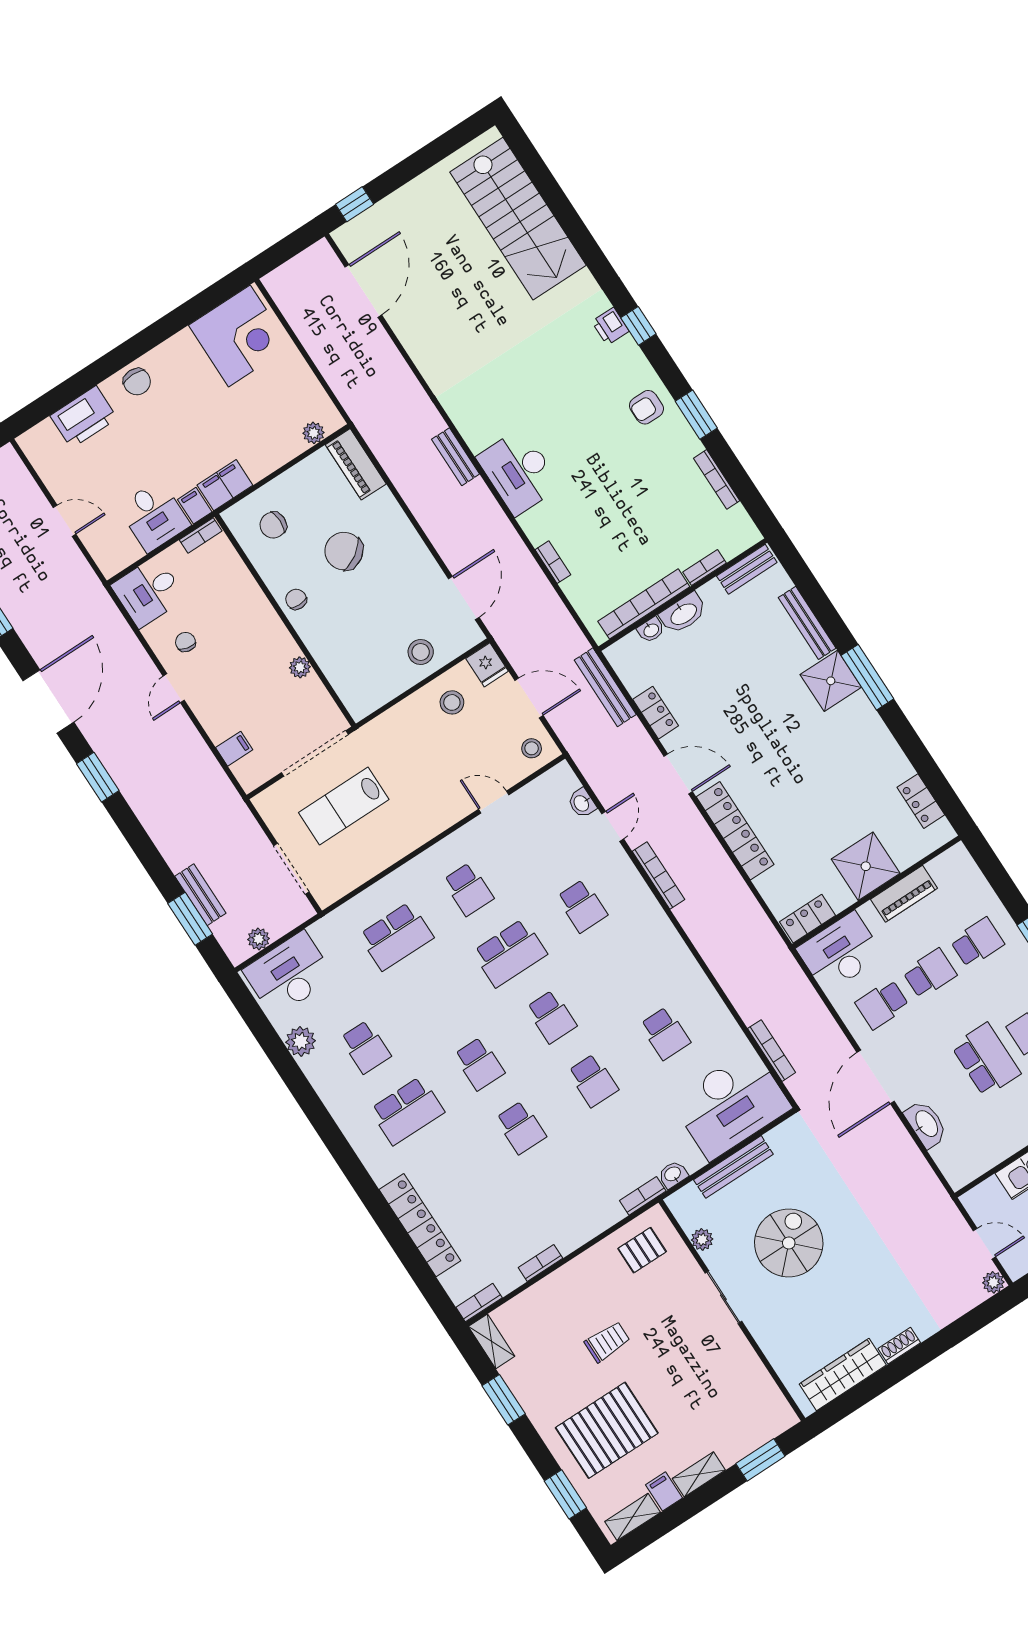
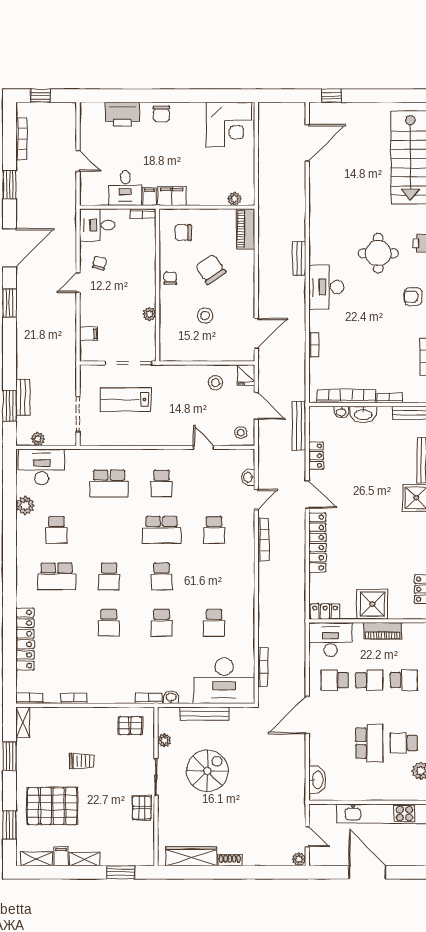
round table: (560, 379) -> (378, 253), added
stool: (421, 652) -> (205, 316), moved
washbasin: (926, 1124) -> (317, 780), moved
pallet: (731, 1352) -> (142, 808), added

